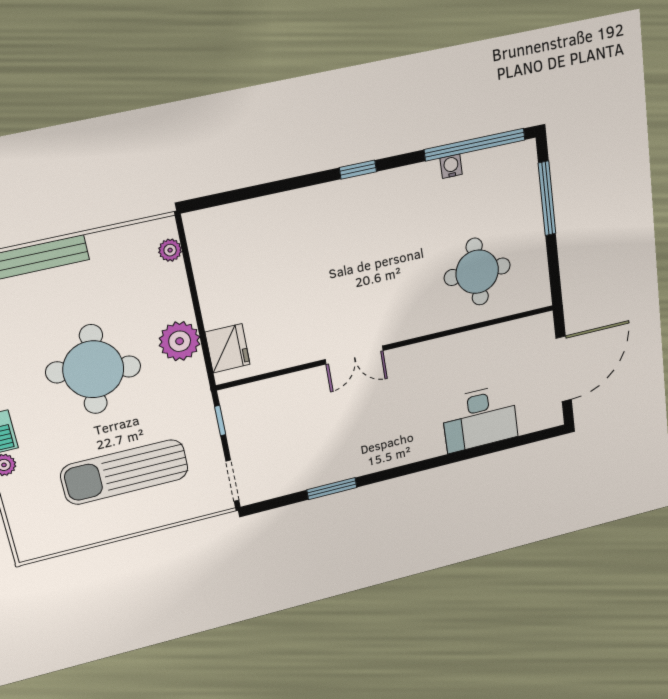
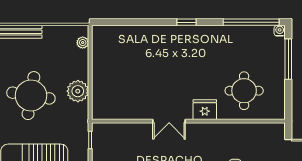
water cooler: (451, 166) -> (280, 31), moved
fridge: (227, 348) -> (205, 110), moved, turned -90

